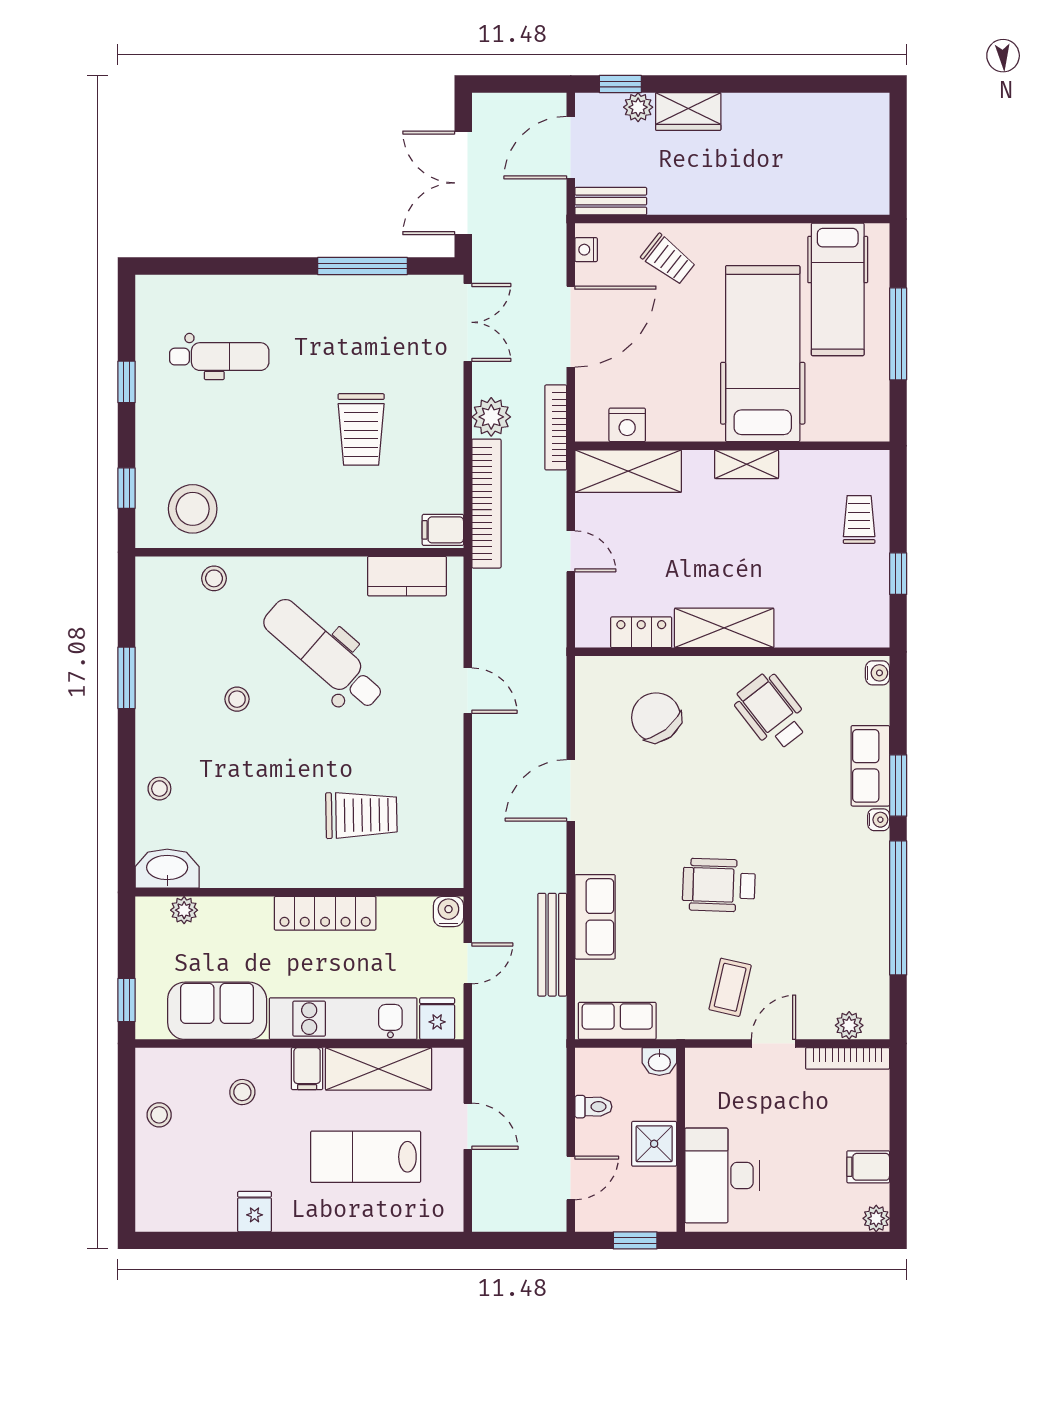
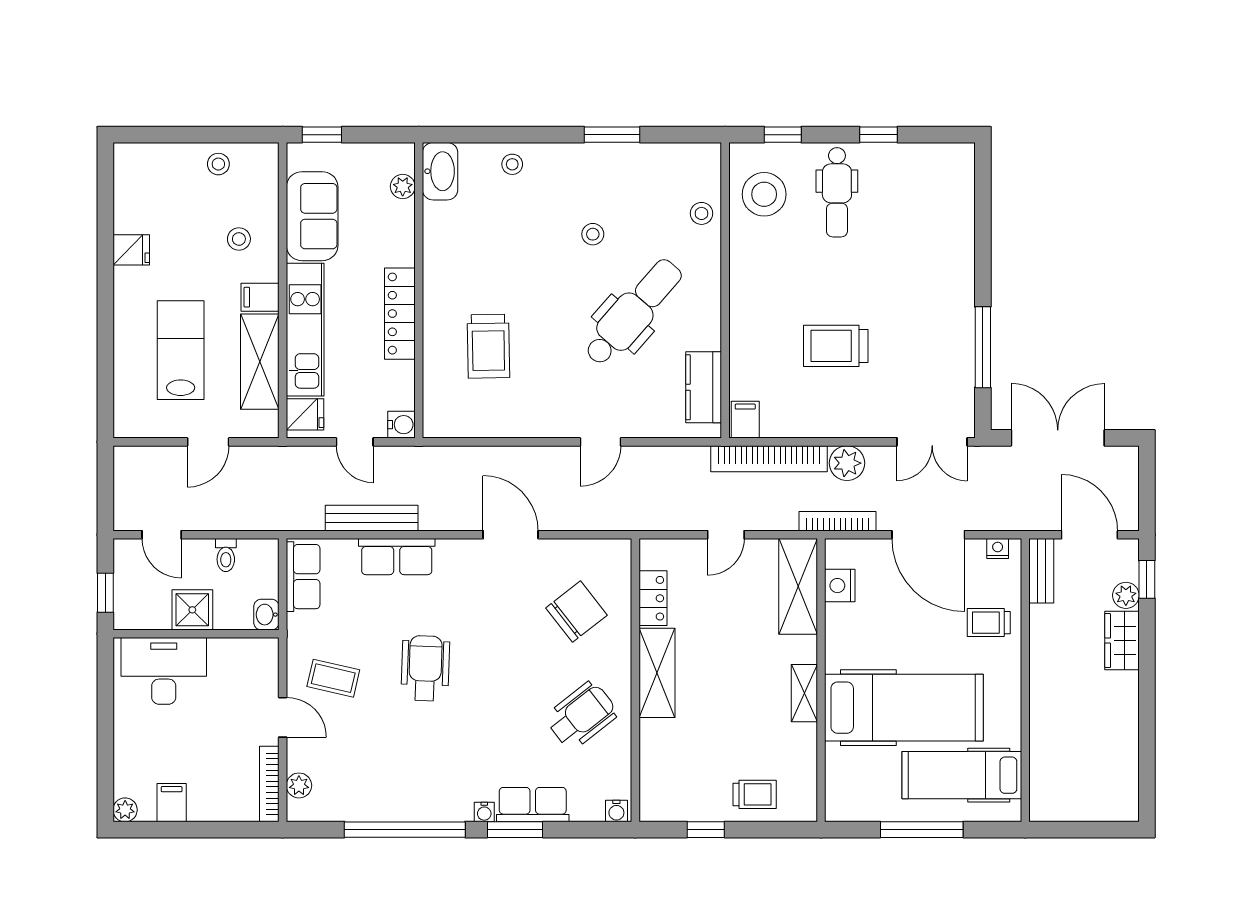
trolley: (668, 259) -> (989, 623), turned 52
dental chair: (219, 357) -> (837, 192), moved

